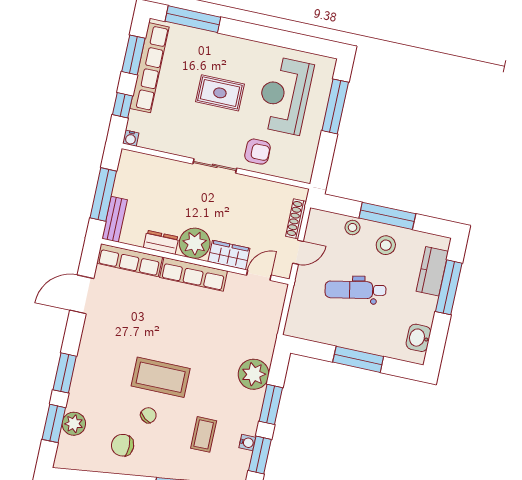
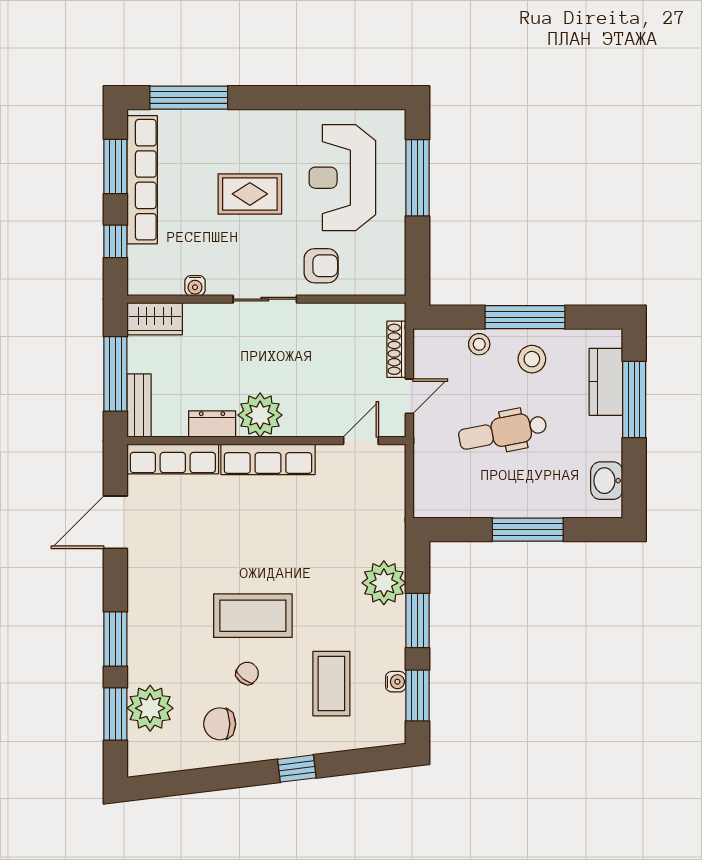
water cooler: (131, 138) -> (195, 286), moved
wardrobe: (229, 255) -> (155, 319), moved, turned 180
plant: (74, 424) -> (150, 708), width x1.36, depth x1.36
coffee table: (204, 434) -> (331, 684), width x1.36, depth x1.30

